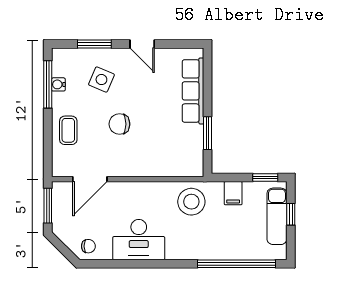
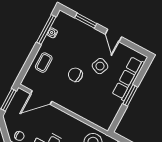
side table: (101, 80) -> (100, 66), moved
window: (208, 133) -> (130, 95), moved

